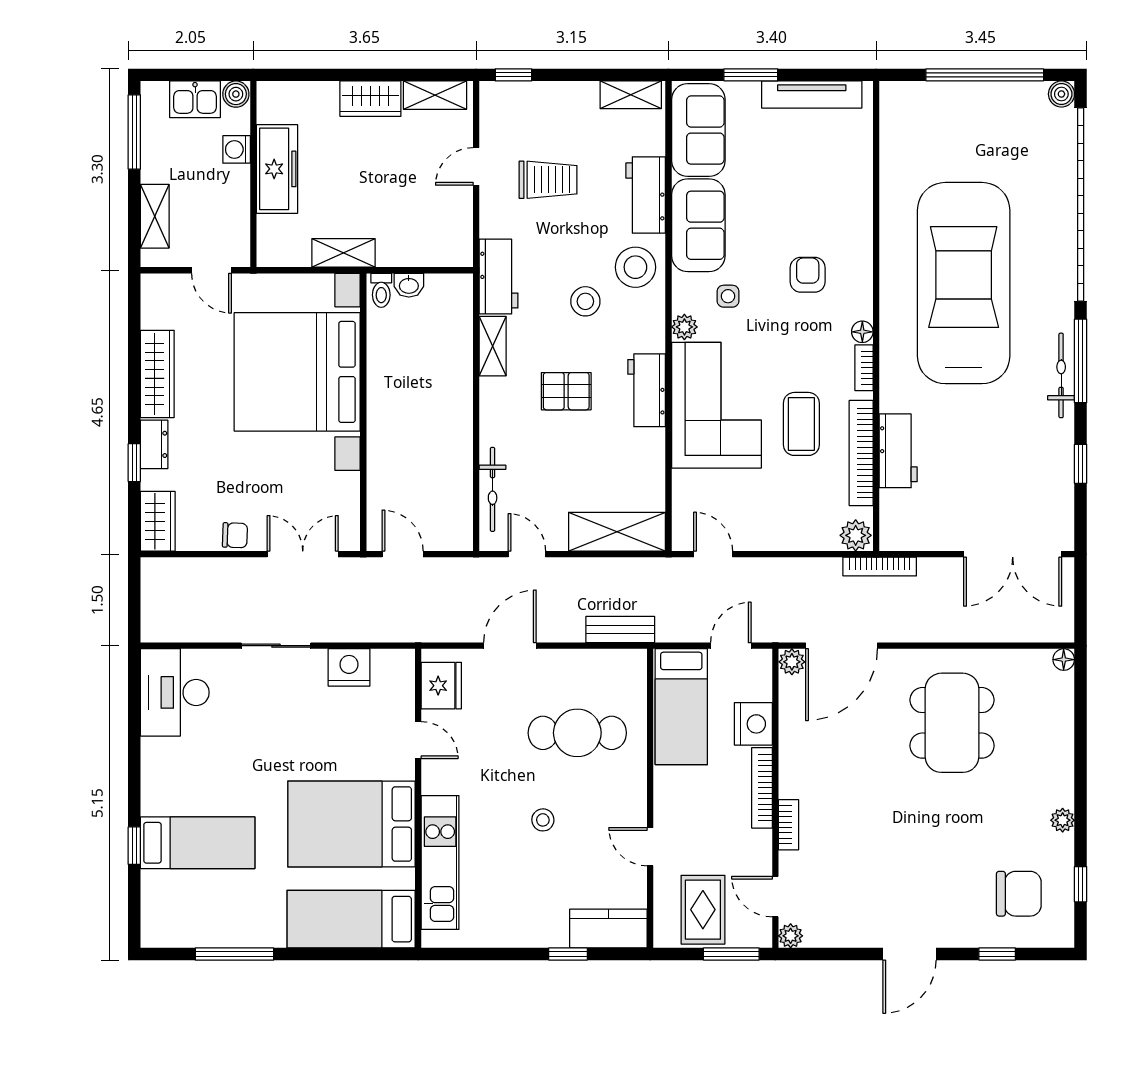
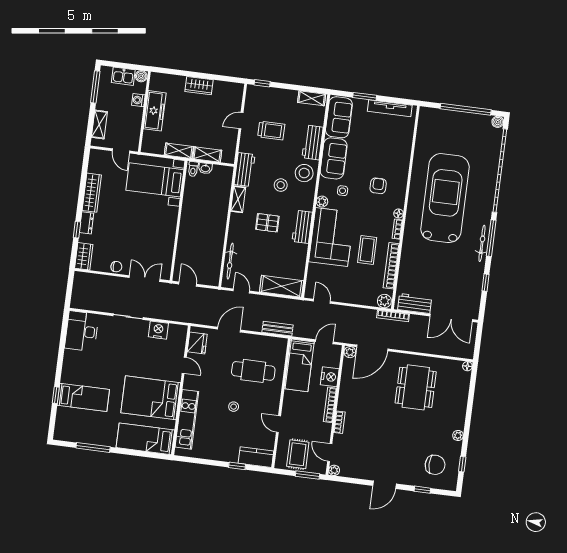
shelving: (435, 95) -> (207, 154), moved
bed with nightstands: (297, 372) -> (155, 180), width x0.54
workbench: (898, 451) -> (415, 303), moved, turned -90

